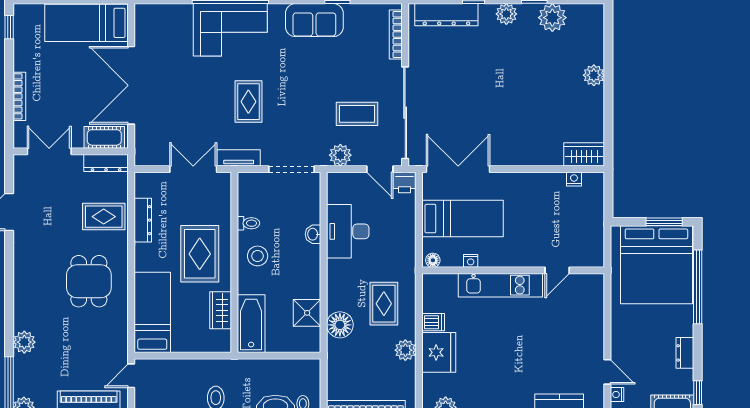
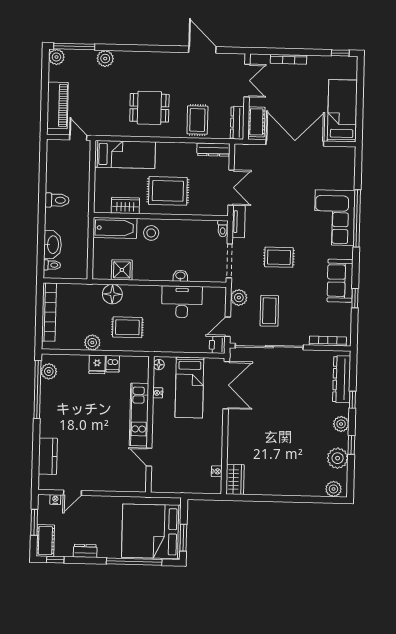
plant: (594, 75) -> (334, 489), moved
rug: (248, 102) -> (279, 257), moved
dresser: (143, 220) -> (213, 150), moved
toilet: (248, 223) -> (223, 229), moved
stool: (258, 256) -> (151, 233), moved
fridge: (439, 352) -> (97, 364), width x0.53, depth x0.75

